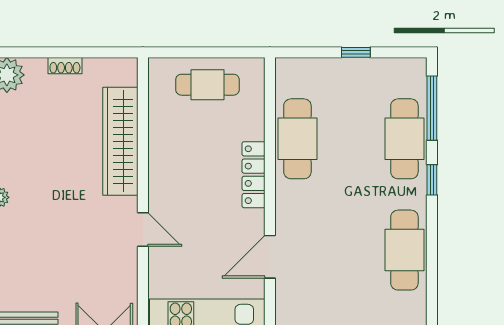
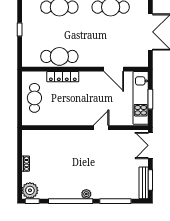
wardrobe: (120, 141) -> (61, 138), removed
locker: (254, 175) -> (63, 77), moved

